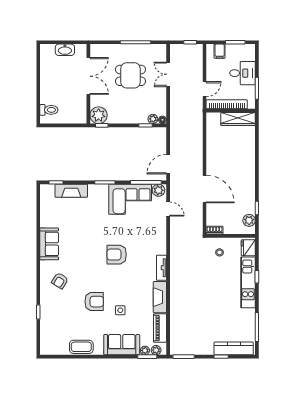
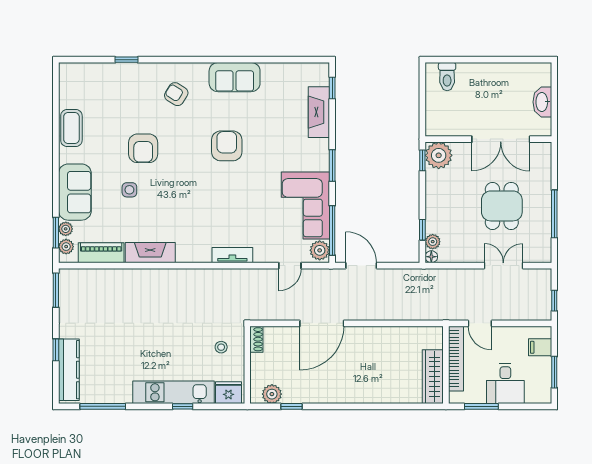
armchair: (117, 255) -> (227, 146), moved
tv unit: (161, 268) -> (232, 255), moved

